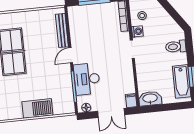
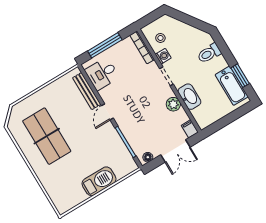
plant: (127, 74) -> (173, 104), added
desk: (87, 79) -> (102, 74), moved, width x0.73
washbasin: (150, 99) -> (189, 97), moved, turned 90

